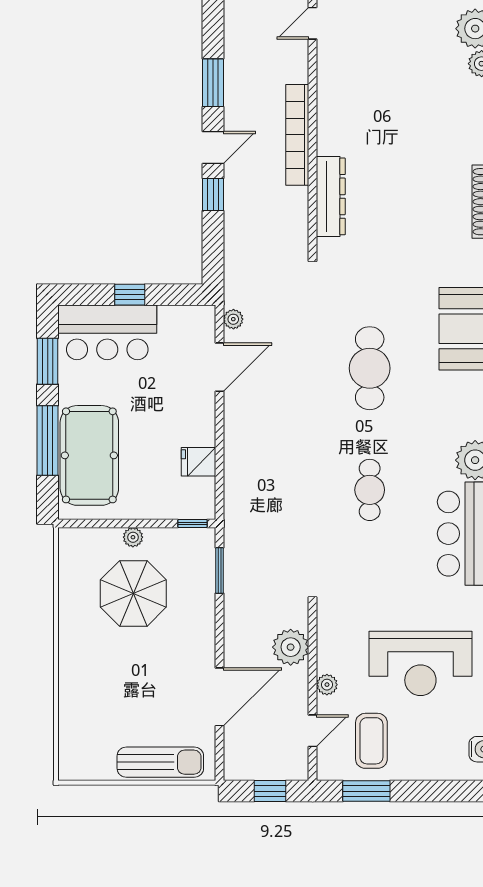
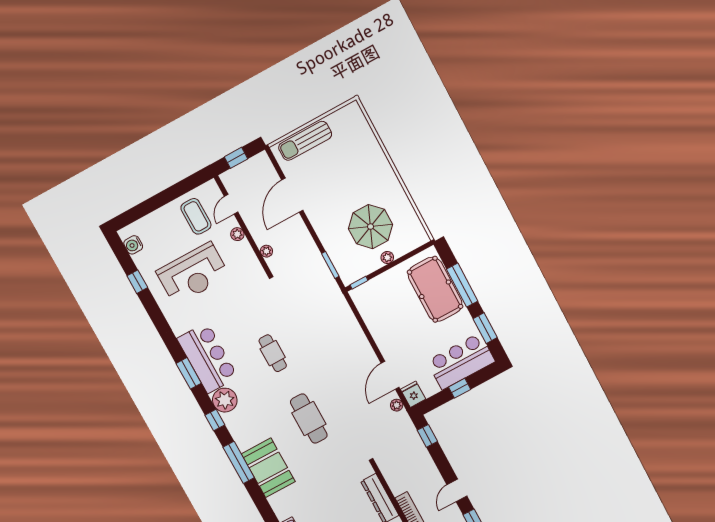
window: (213, 194) -> (427, 436), moved
fridge: (198, 462) -> (413, 394), moved, turned -90
plant: (291, 647) -> (266, 251), width x0.53, depth x0.53
reception desk: (420, 663) -> (193, 274), turned 180
window: (366, 791) -> (183, 187), removed

